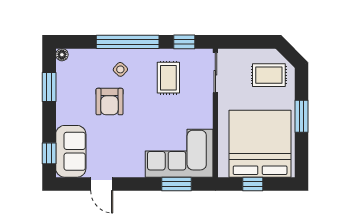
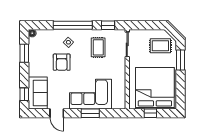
window: (301, 116) -> (181, 60), moved
corner sofa: (179, 153) -> (91, 94), moved
window: (176, 184) -> (90, 113), moved

